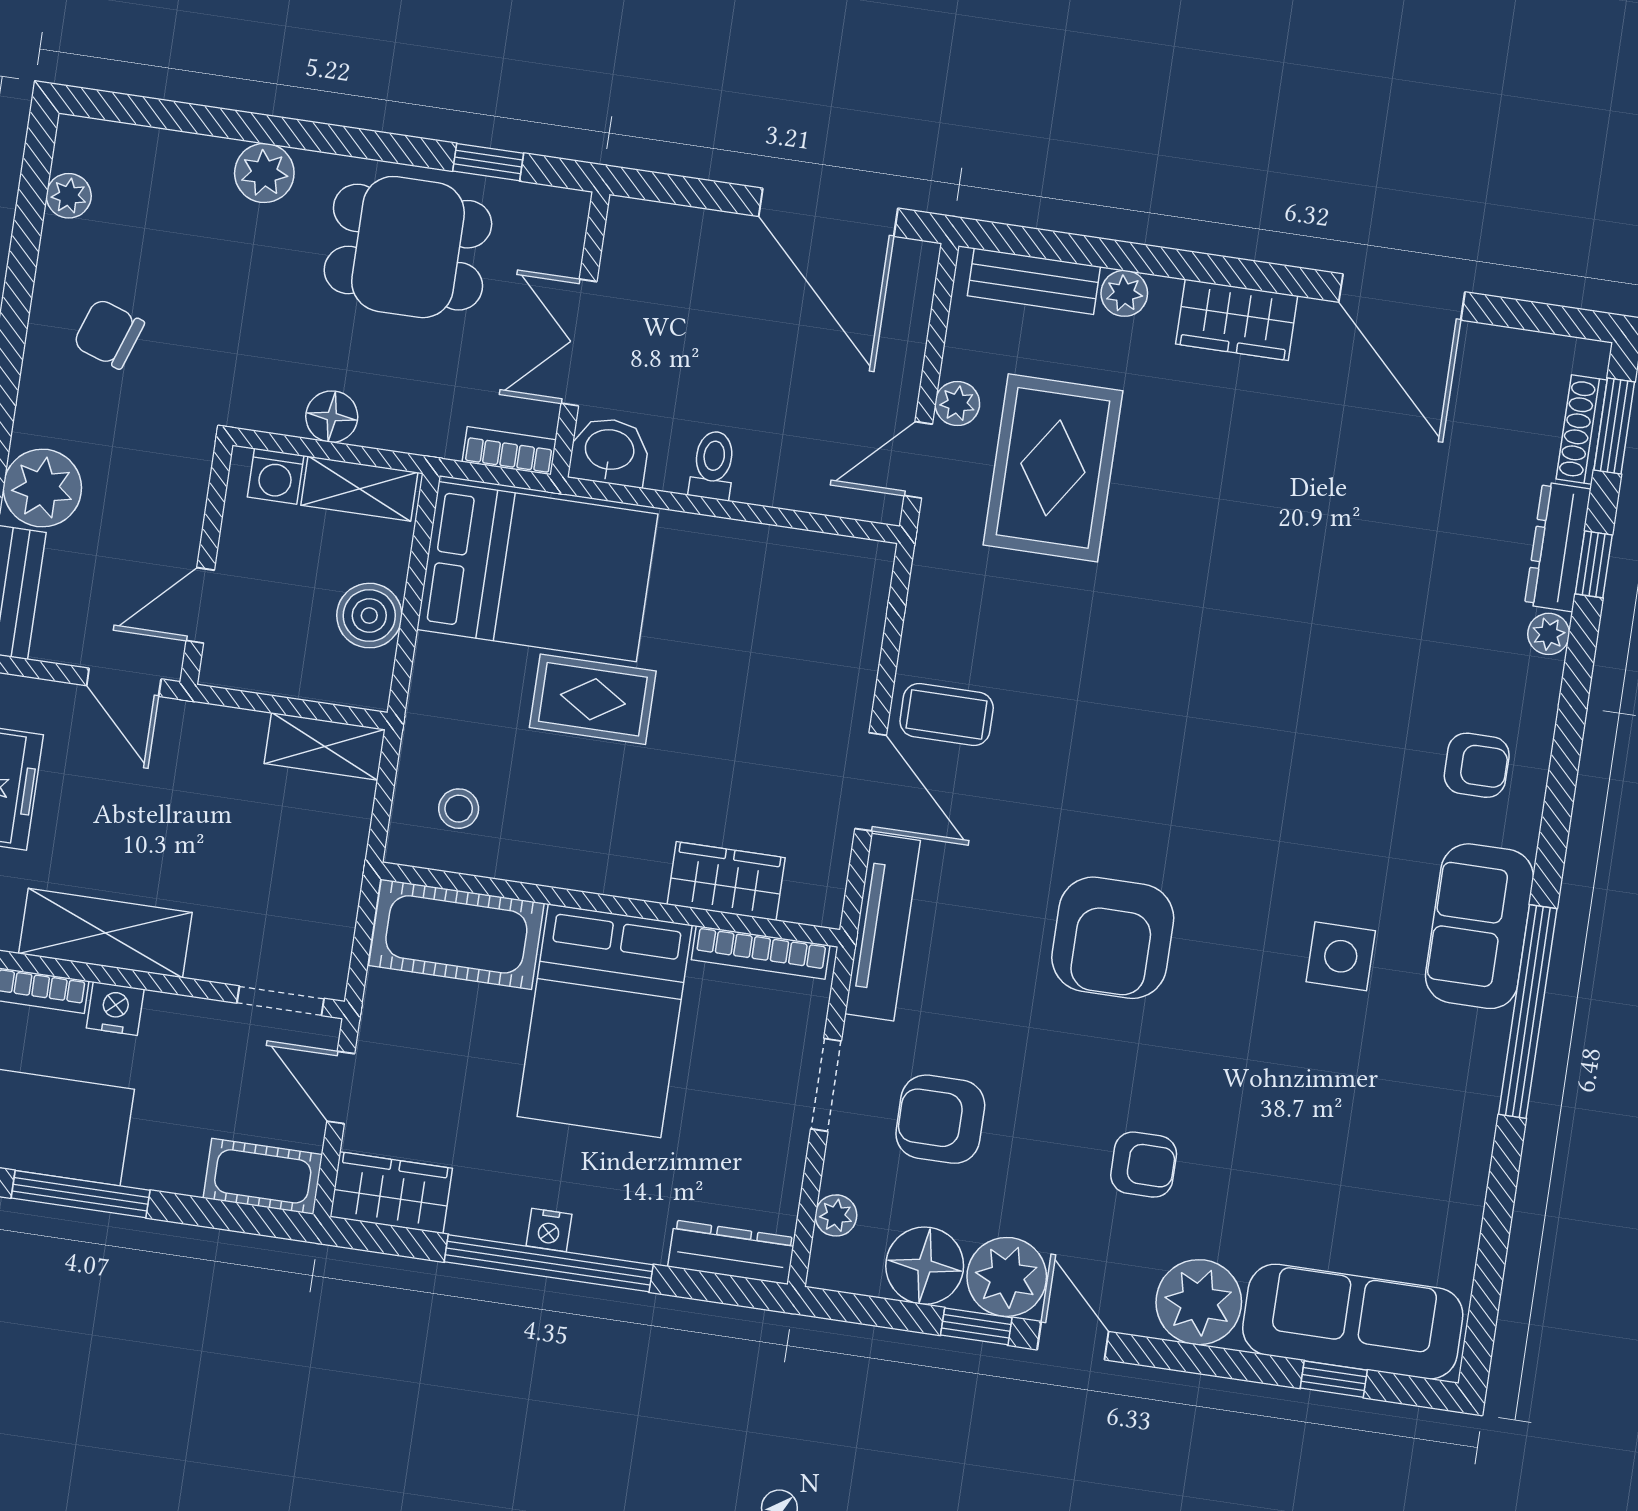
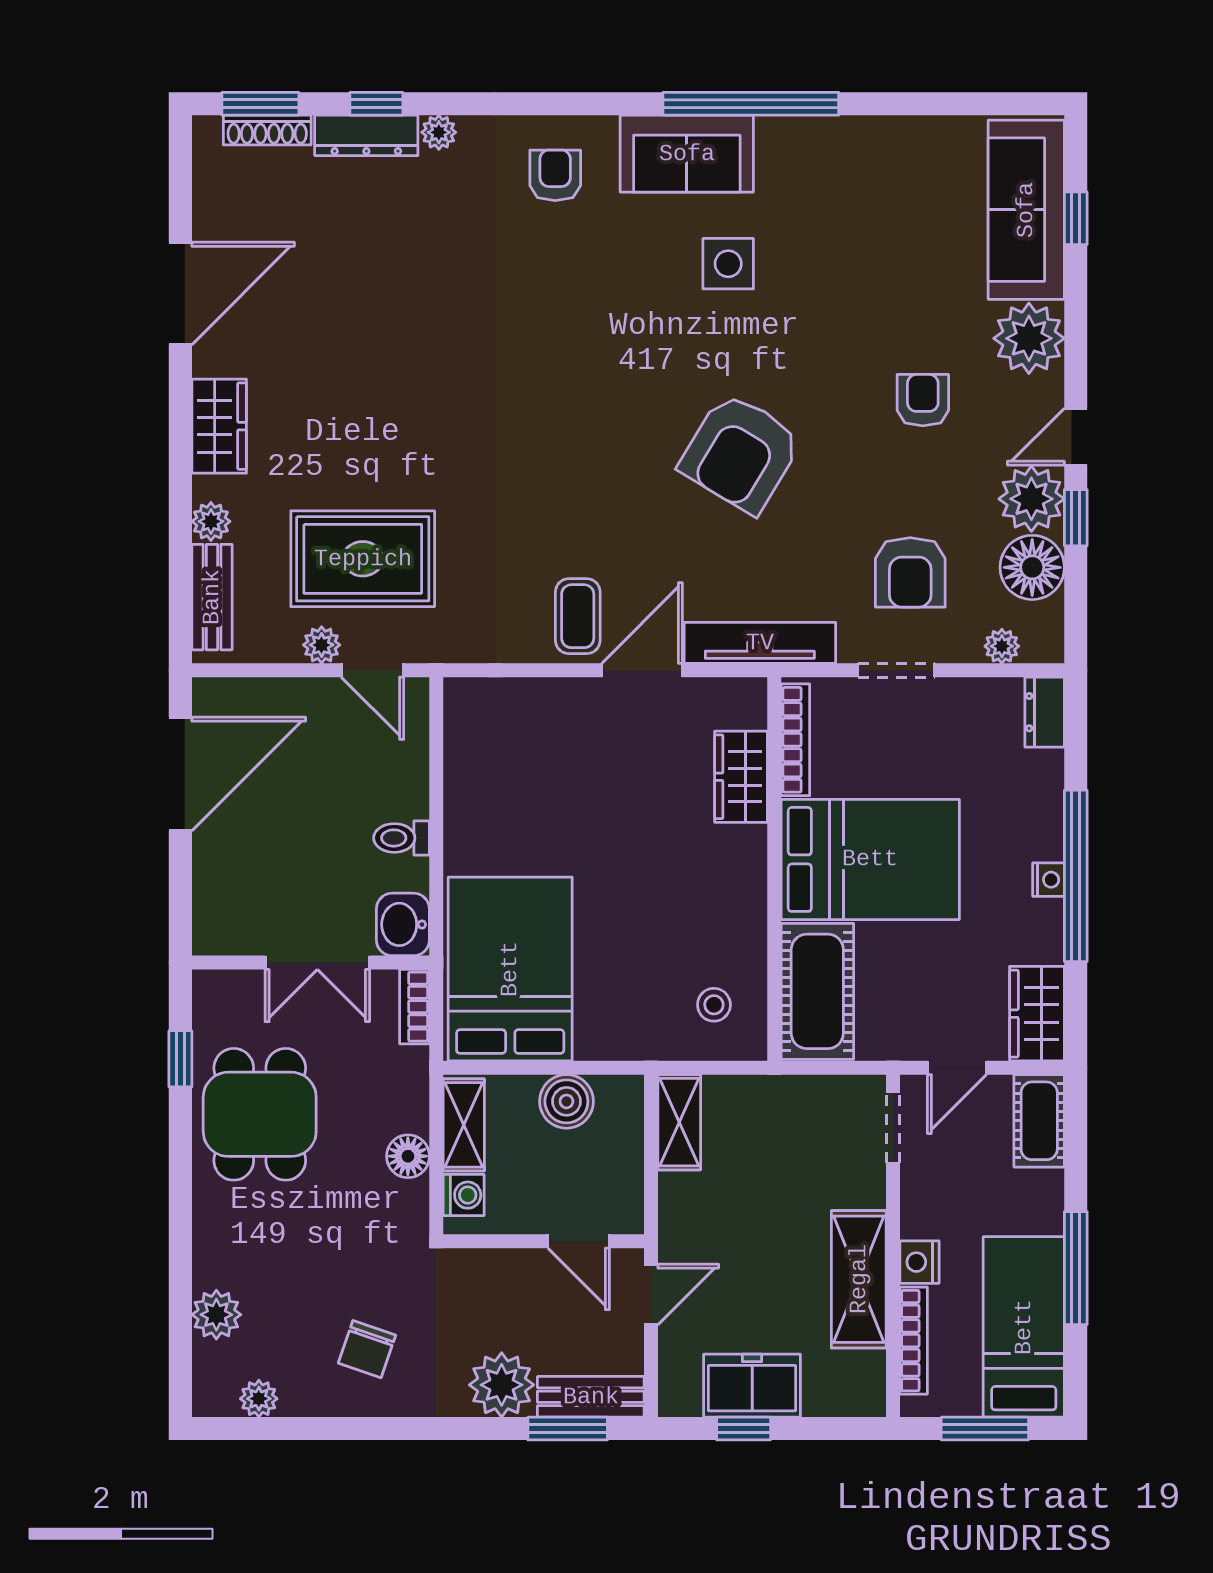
plant: (264, 173) -> (216, 1315), moved
rug: (593, 699) -> (608, 908), removed
armchair: (1113, 938) -> (741, 453), turned 121
dresser: (731, 1252) -> (1045, 712), width x0.70

